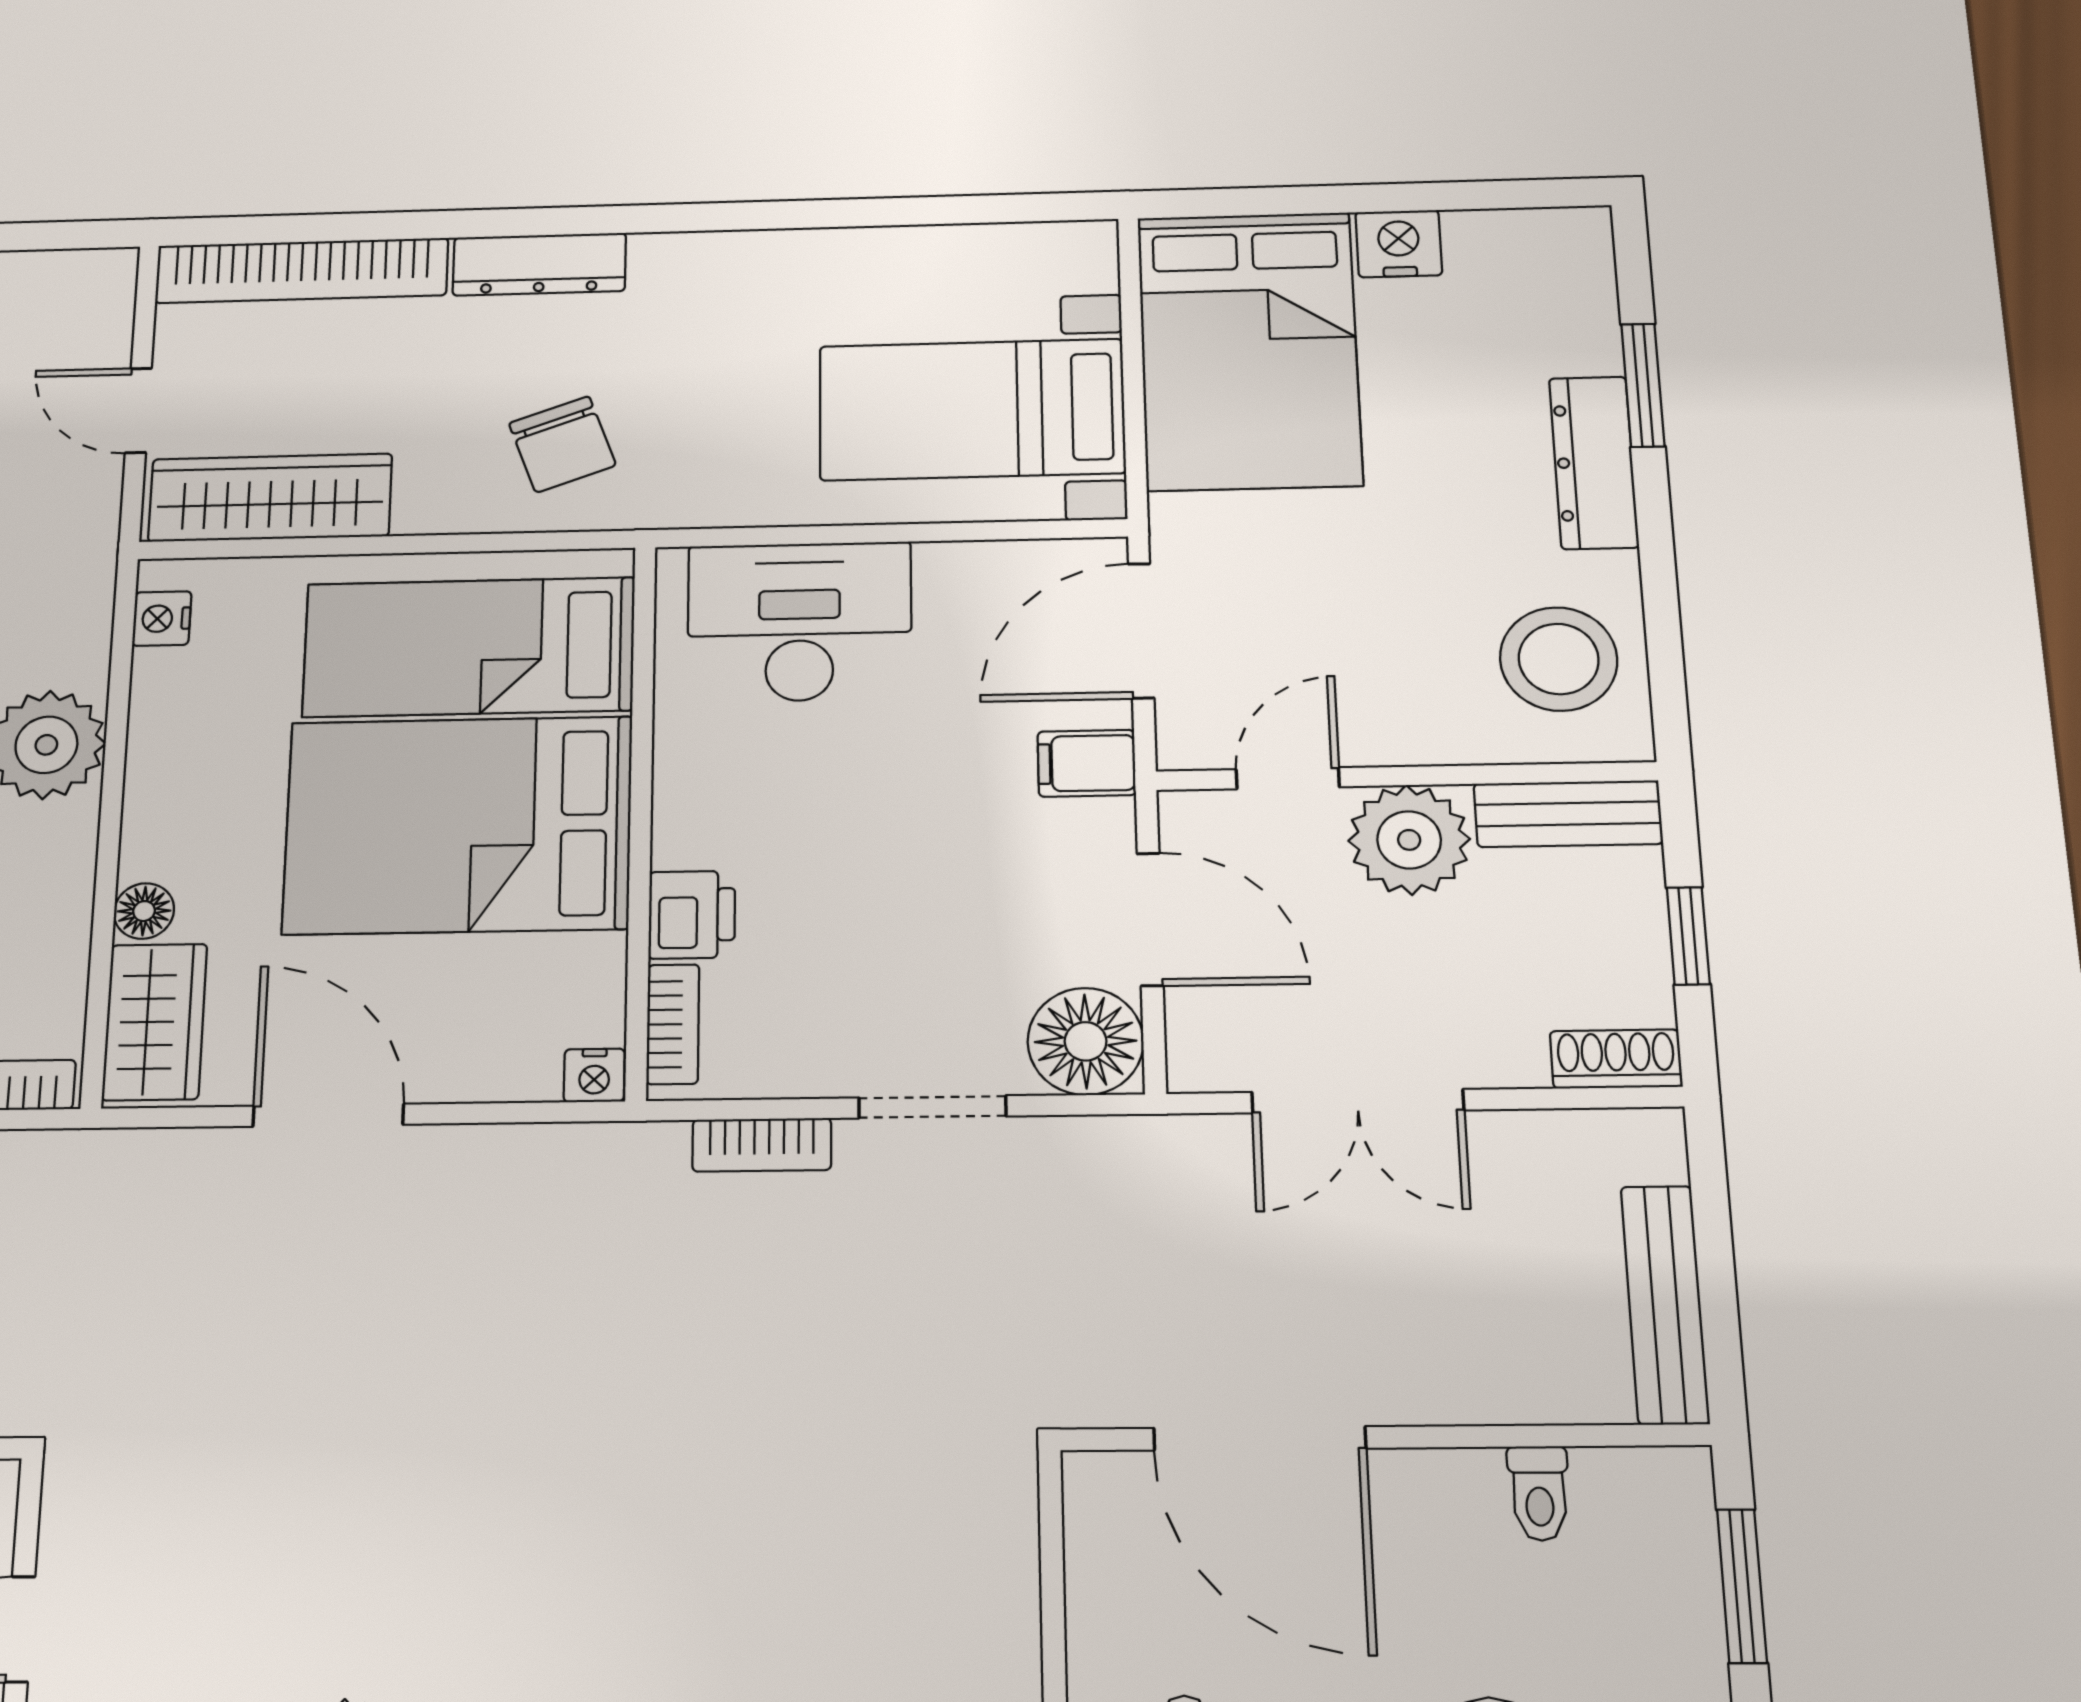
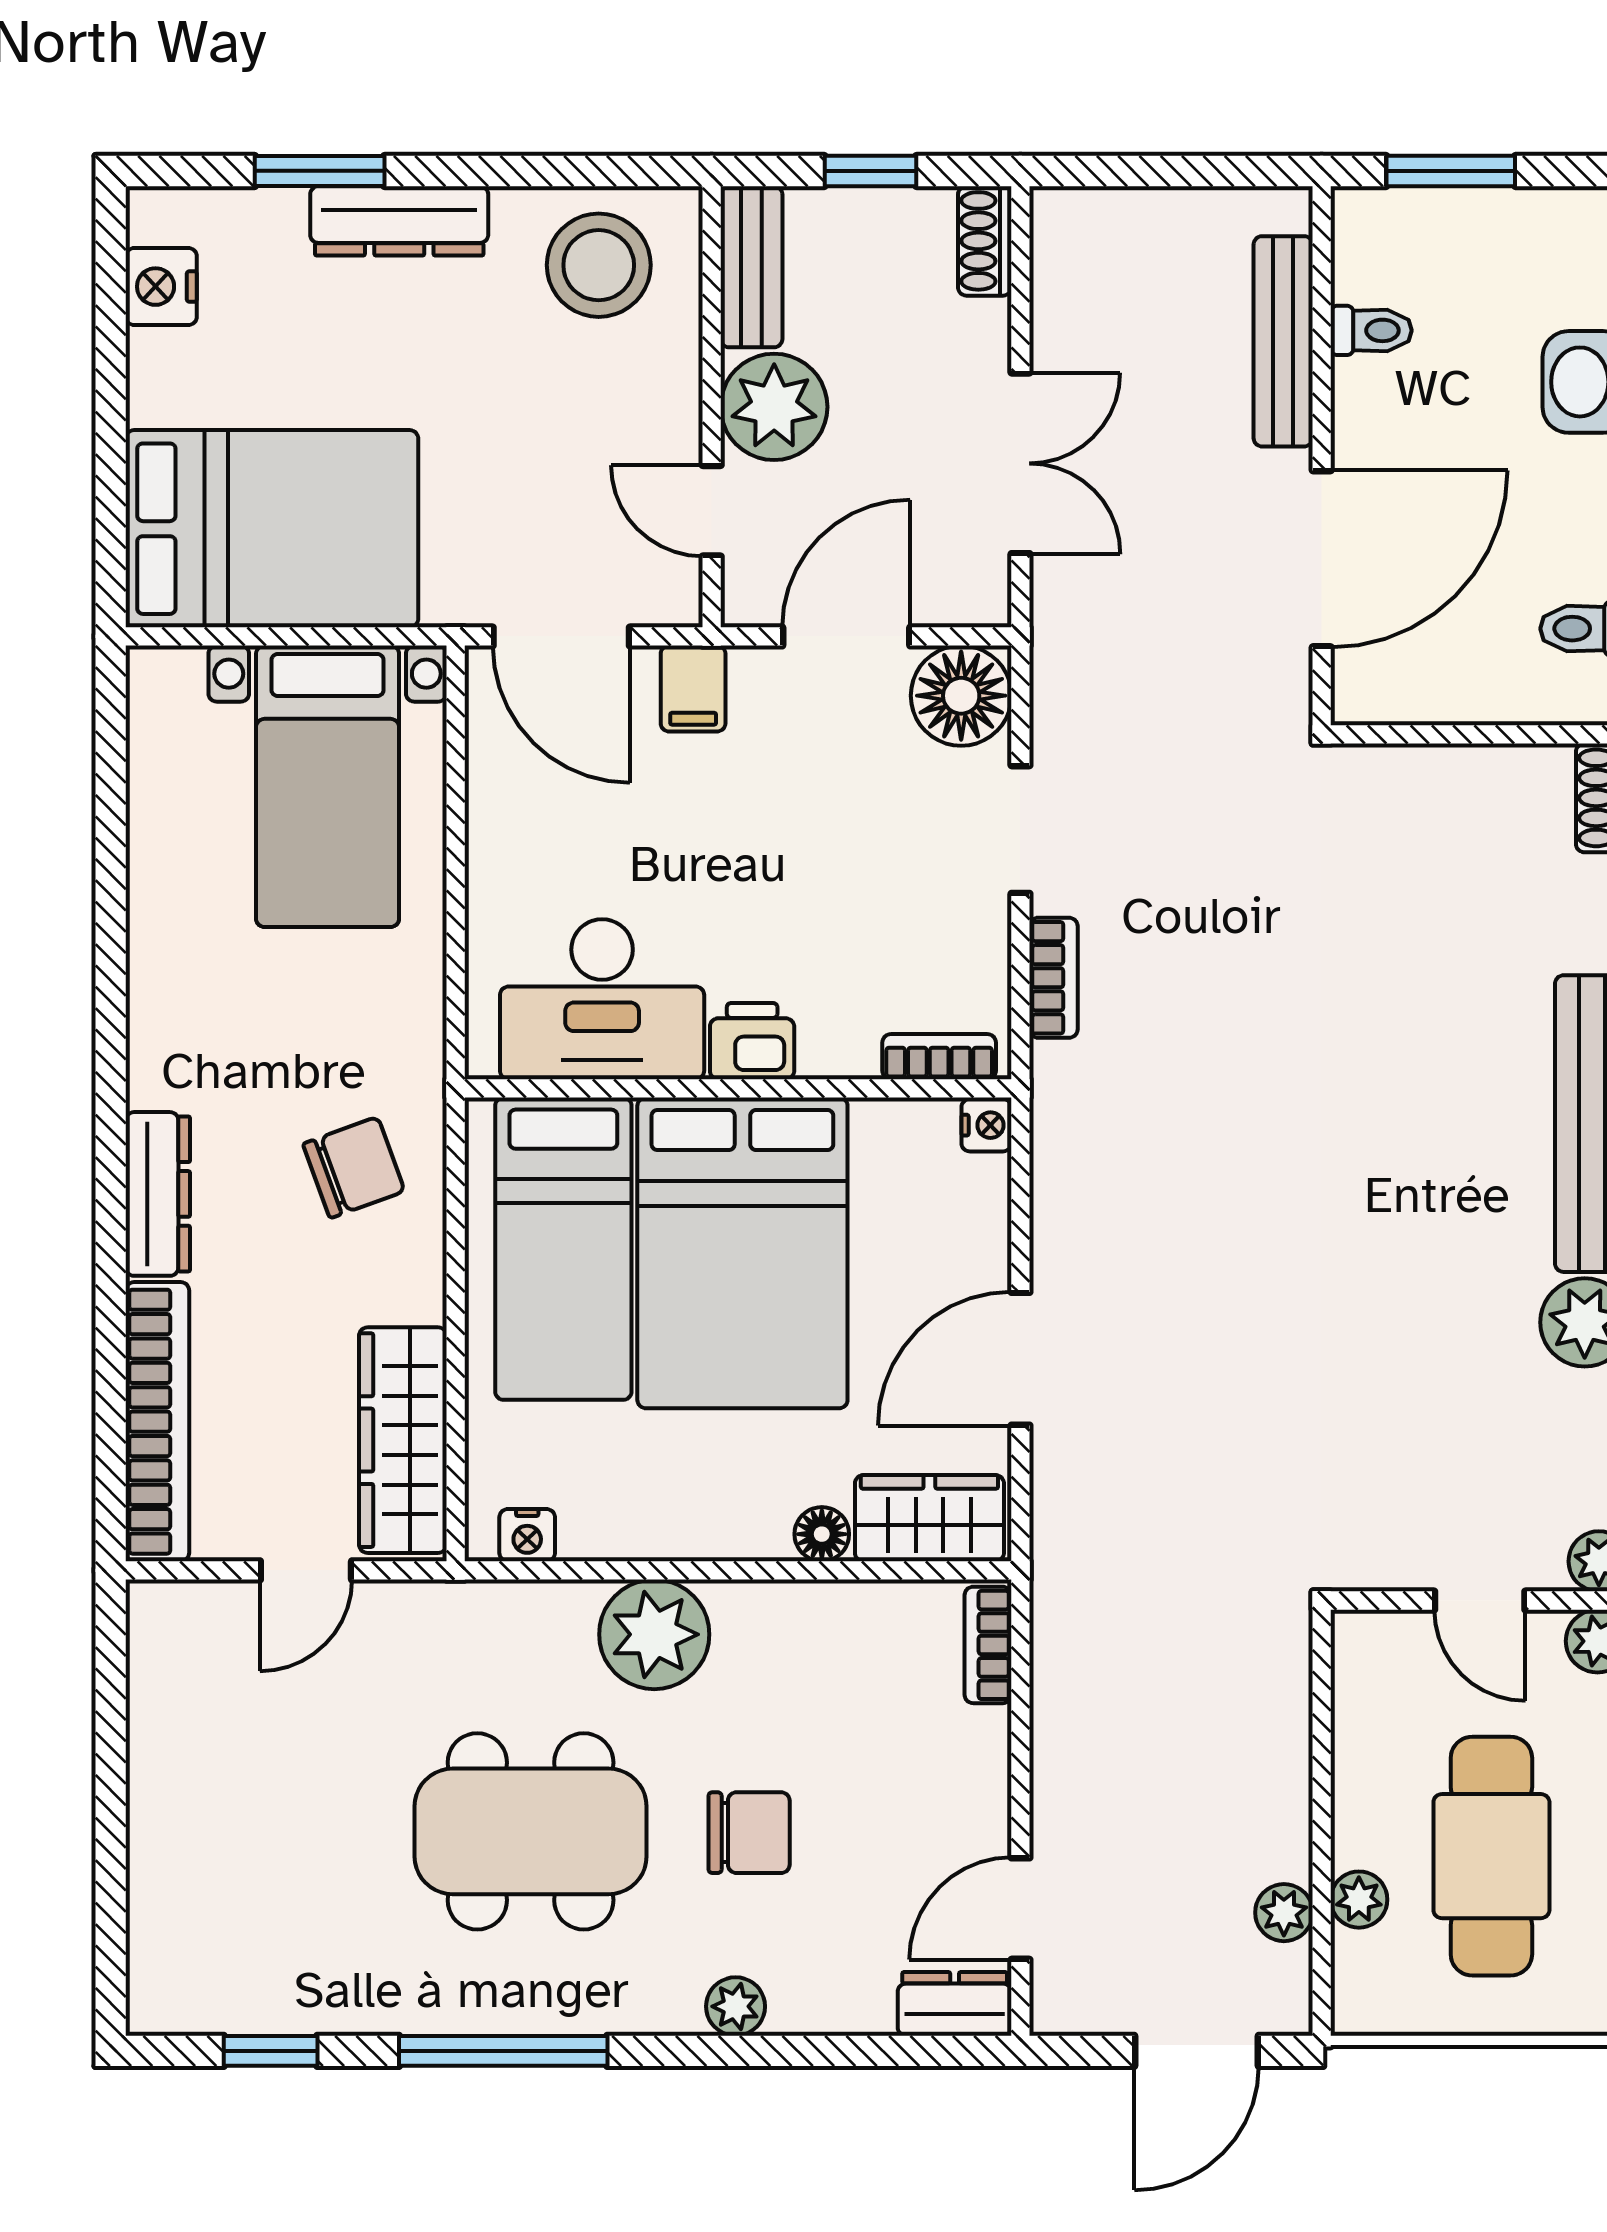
nightstand: (1399, 244) -> (161, 287), moved
desk: (799, 622) -> (602, 999), moved, turned -90
printer: (692, 915) -> (752, 1041), moved
bench: (1665, 1304) -> (1283, 341), moved, turned 90

